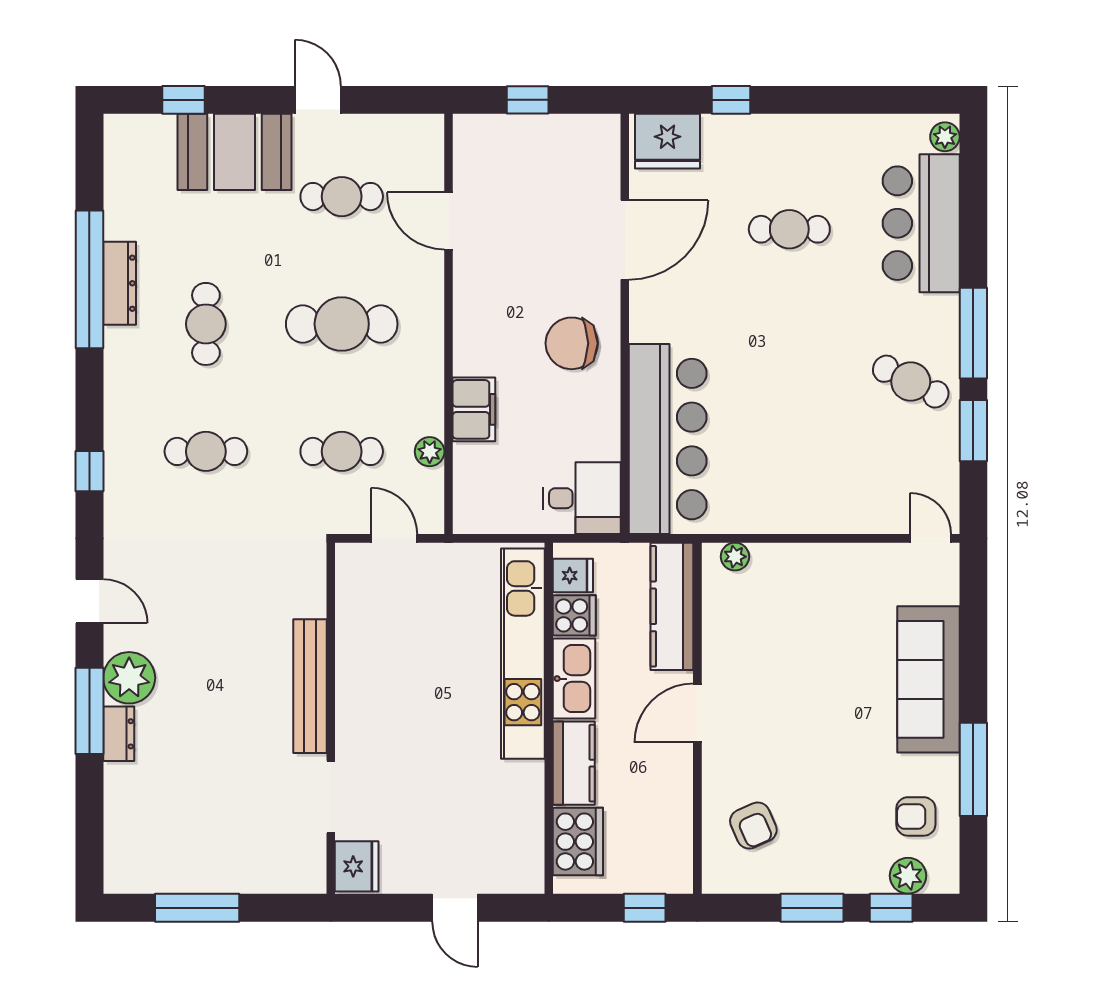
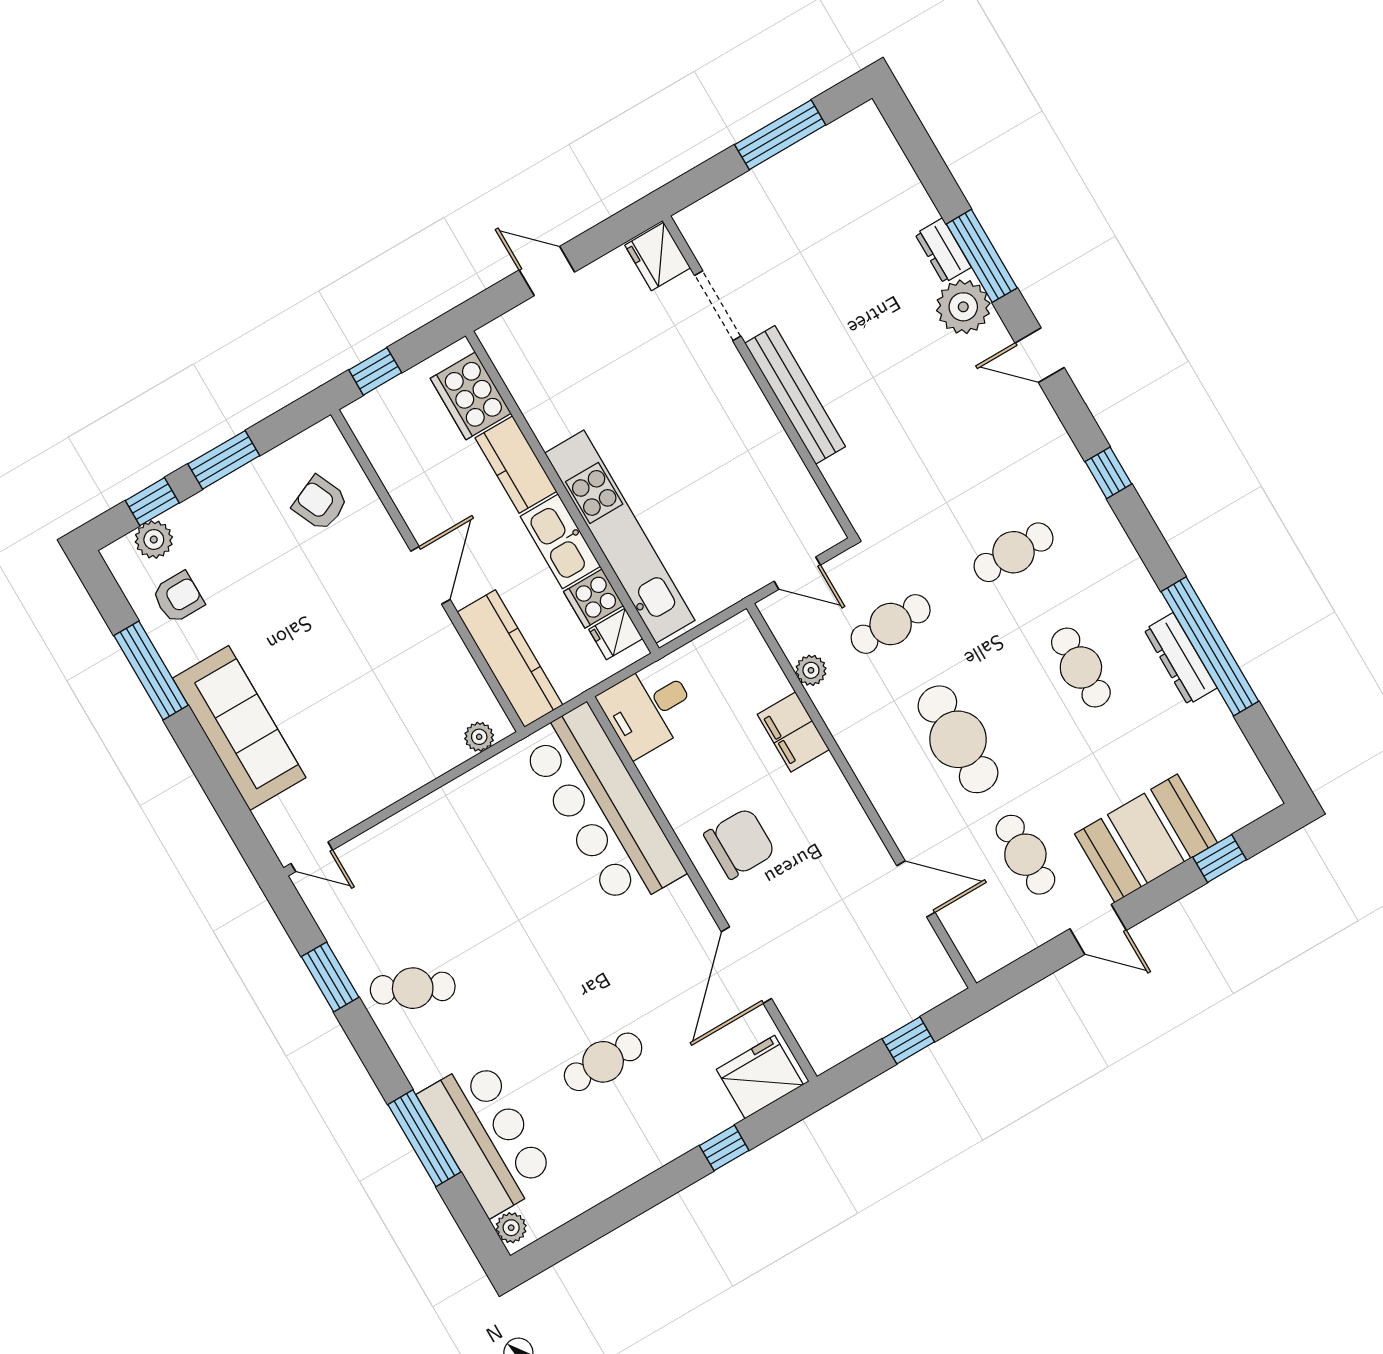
cafe table: (342, 197) -> (1025, 855), turned 90
cafe table: (342, 324) -> (958, 739), turned 90
window: (973, 333) -> (424, 1138), moved

